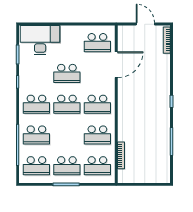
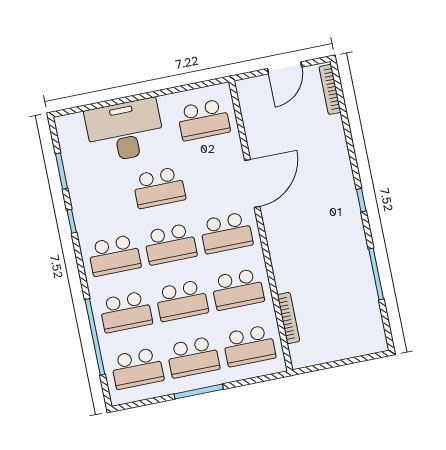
door: (145, 24) -> (285, 68), swing flipped
desk: (40, 40) -> (125, 131), moved
door: (116, 65) -> (252, 183), moved
school desk: (67, 135) -> (182, 301), added

